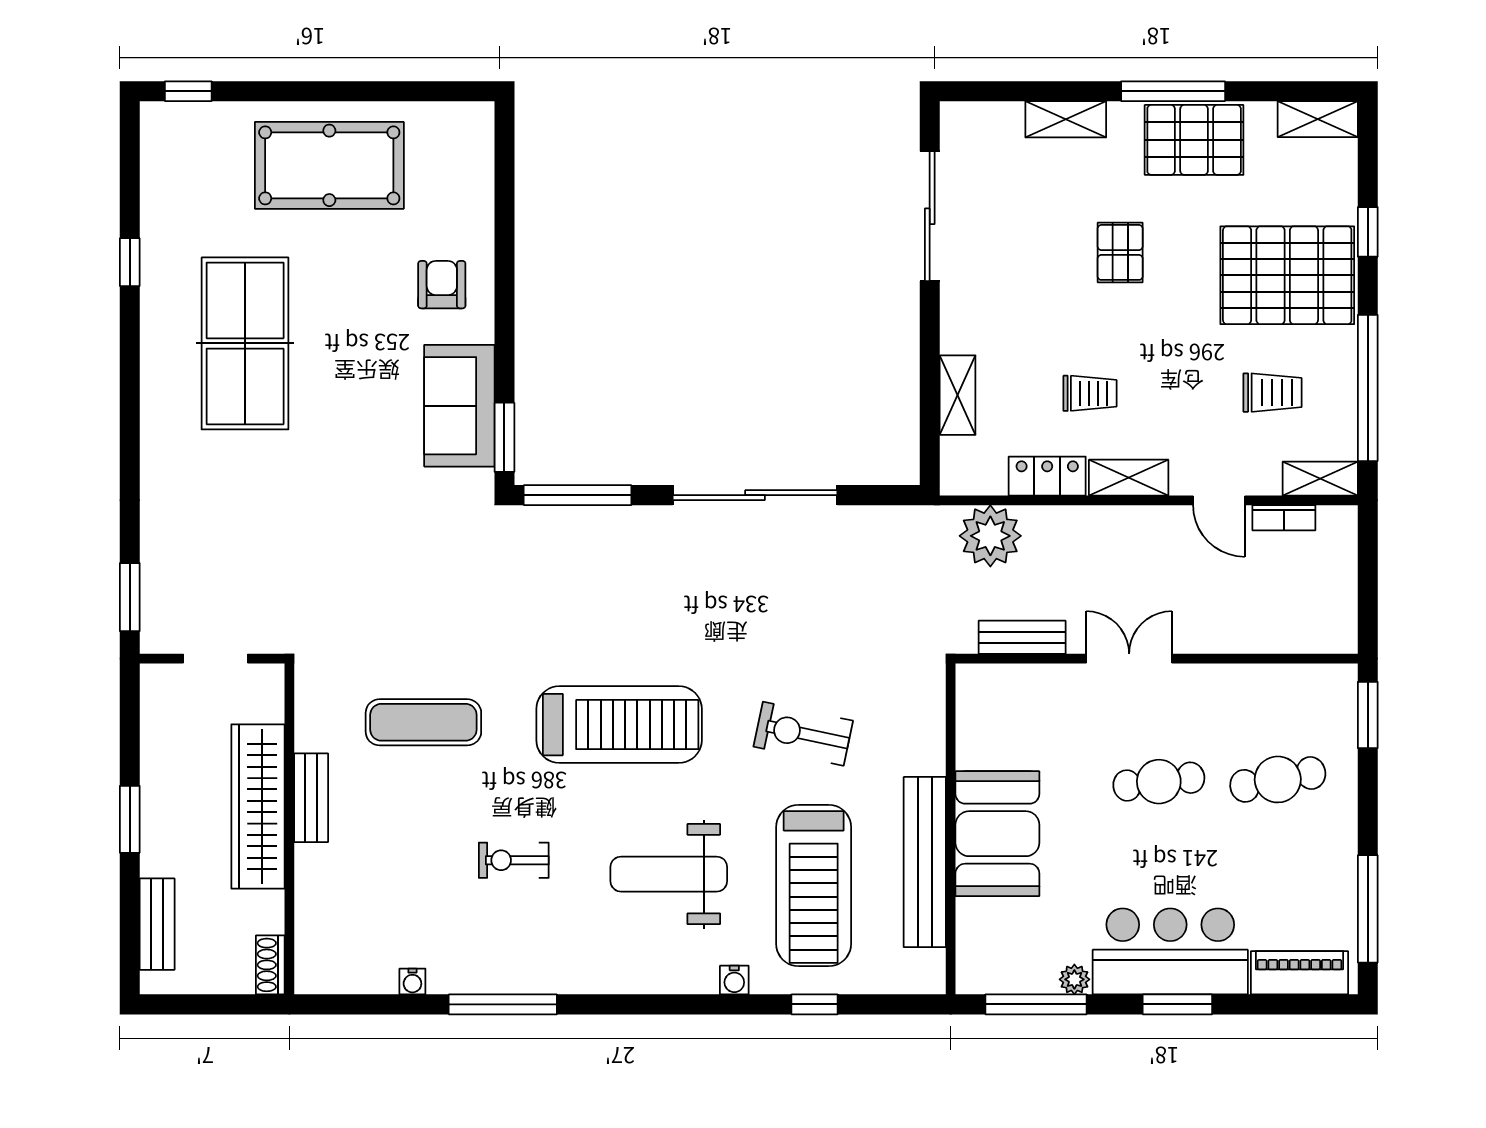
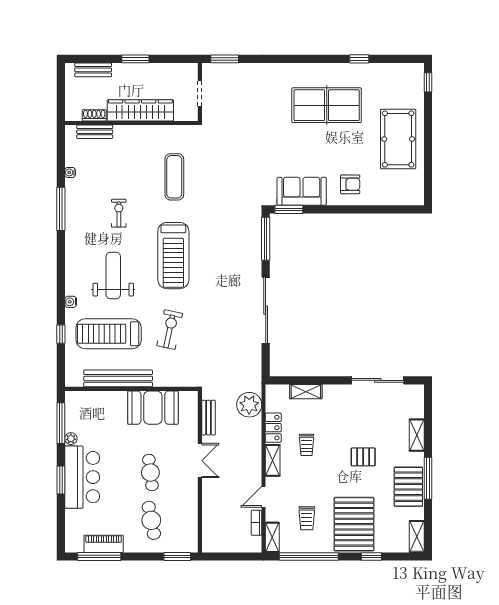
bench: (311, 798) -> (95, 132), moved
booth: (997, 834) -> (153, 408), moved
shoe rack: (270, 965) -> (94, 115), moved
piano: (1300, 973) -> (104, 544), moved, turned -90

